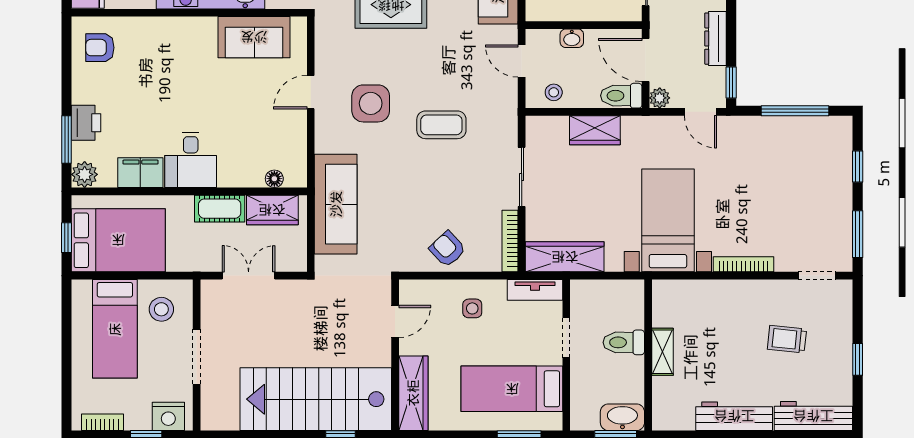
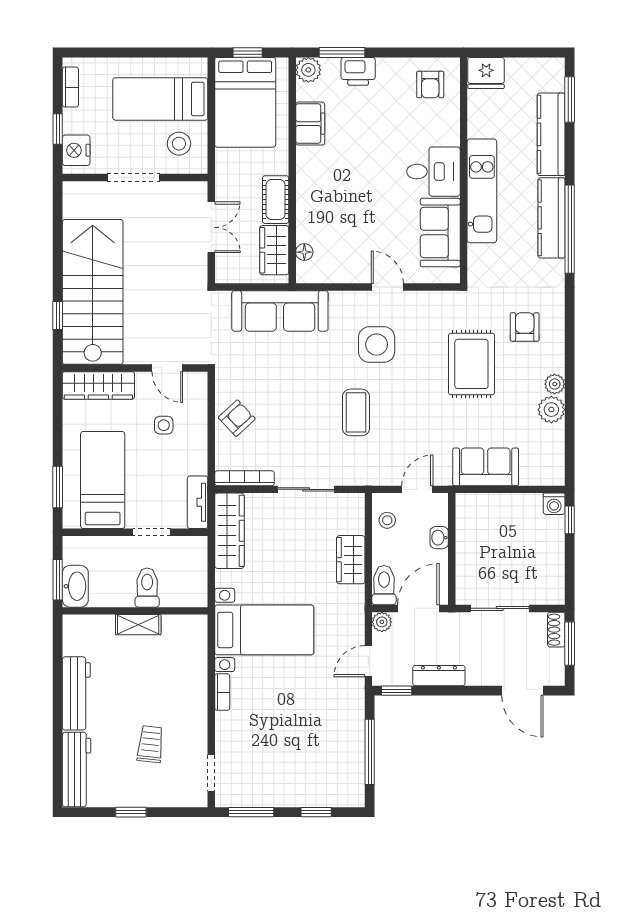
armchair: (100, 48) -> (430, 85), turned 180
desk: (191, 160) -> (433, 172), moved, turned 180
bookcase: (743, 264) -> (222, 692), width x0.64
side table: (472, 308) -> (164, 425), moved

